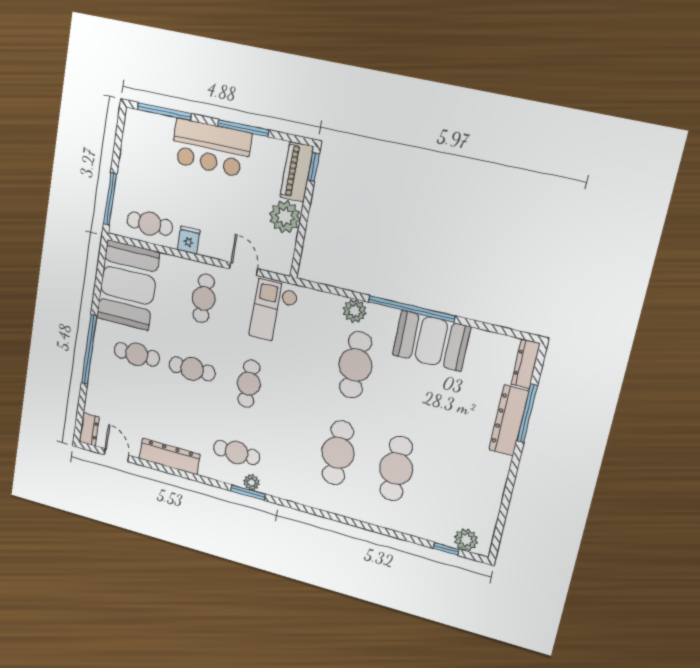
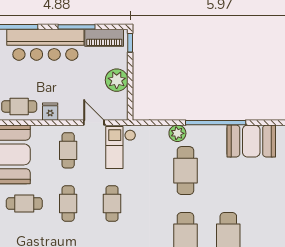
bar counter: (211, 148) -> (45, 45), width x1.36
piano: (297, 172) -> (104, 38), moved, turned -90
booth: (431, 341) -> (251, 141), moved
cafe table: (192, 369) -> (68, 203), turned 90

